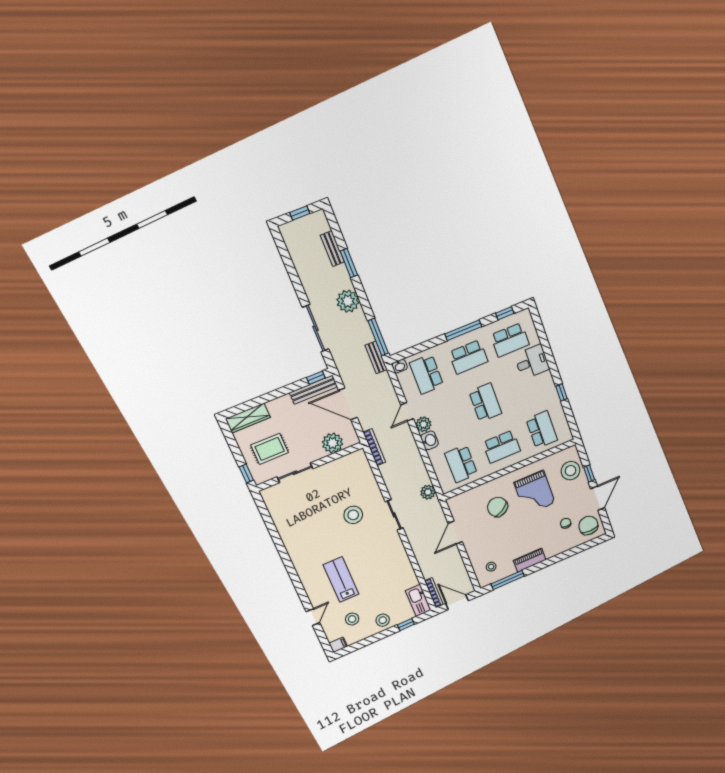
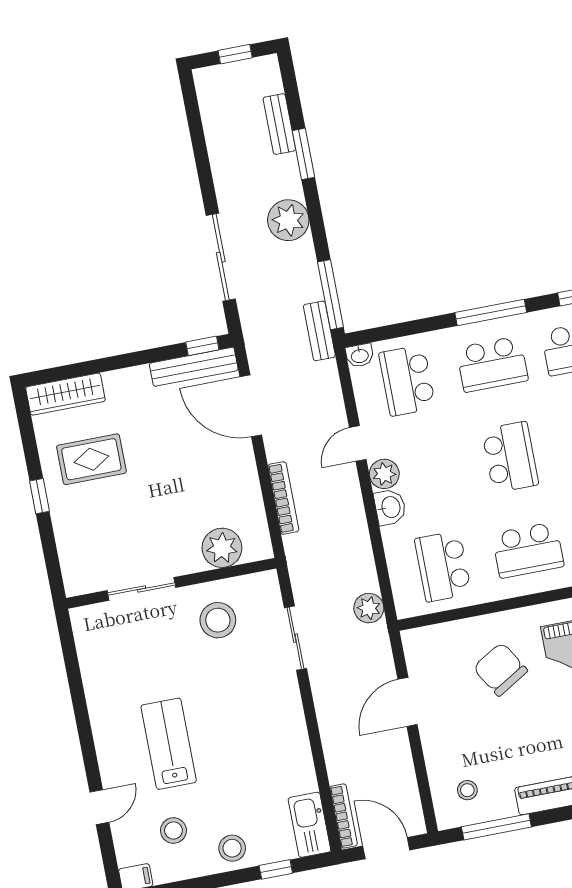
plant: (332, 443) -> (222, 548), moved
wall: (310, 467) -> (171, 583), moved
sliding door: (295, 473) -> (142, 589), moved

